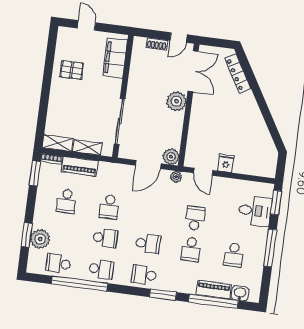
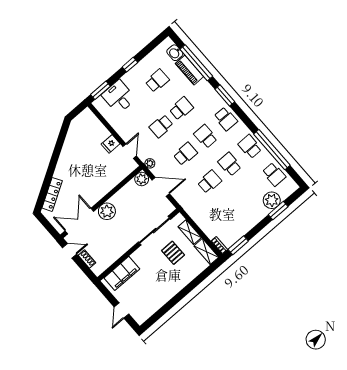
pallet: (72, 70) -> (173, 253), moved
piano: (80, 166) -> (205, 224), removed
school desk: (67, 201) -> (185, 154), moved
window: (270, 248) -> (130, 65), width x0.46

